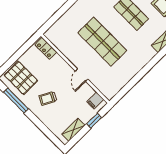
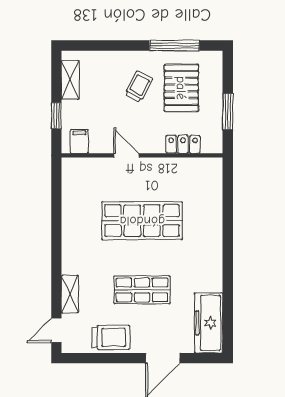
locker: (46, 48) -> (183, 144), moved
window: (21, 51) -> (228, 112), added
pallet: (21, 78) -> (181, 88), moved, turned 90

